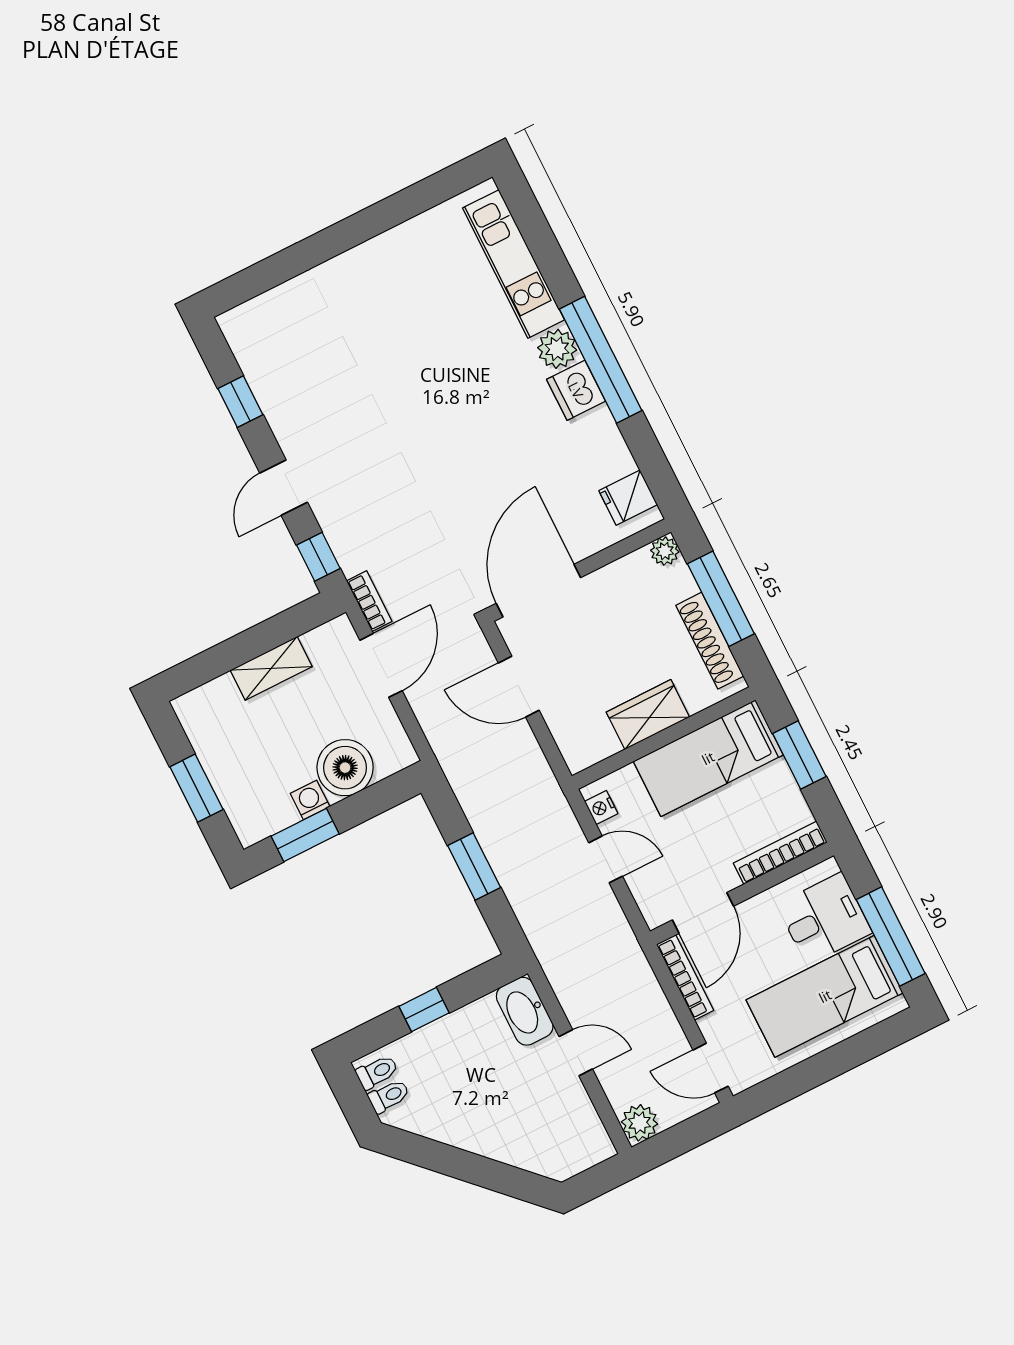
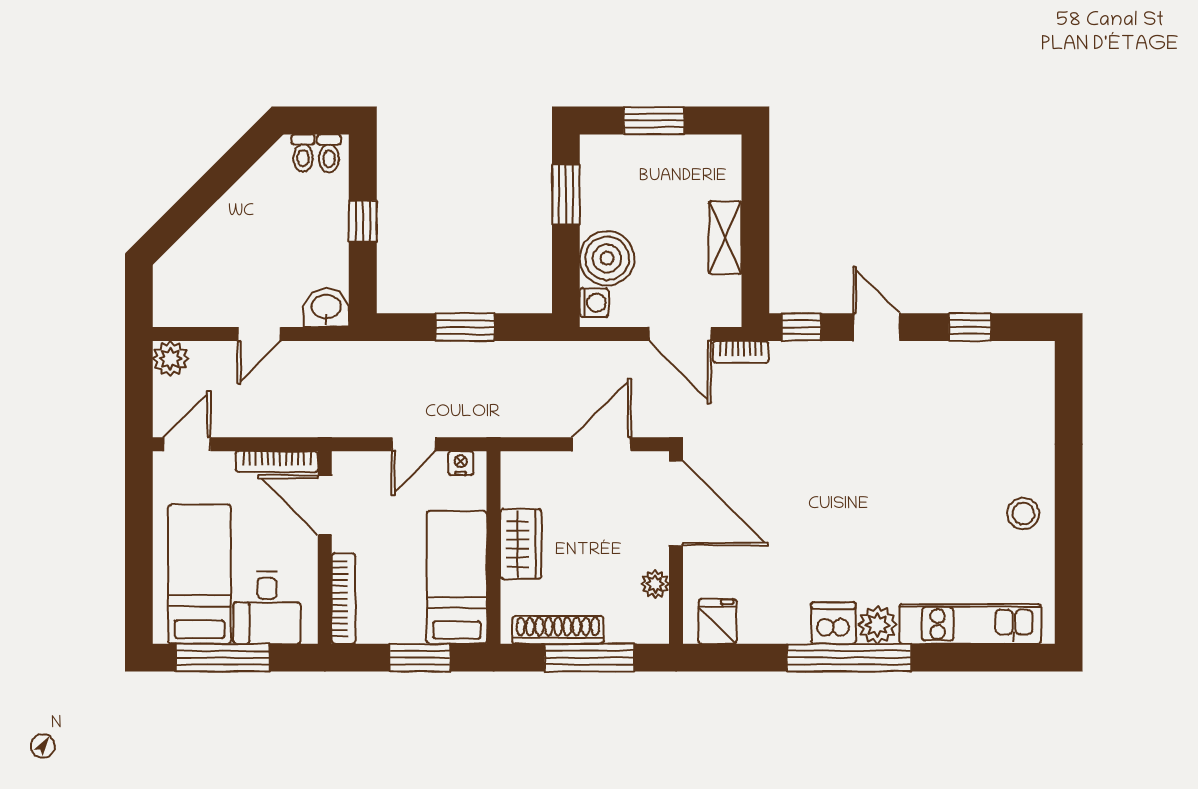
stool: (387, 266) -> (1023, 514), added
plant: (665, 551) -> (655, 584), moved
washing machine: (310, 800) -> (594, 303), moved
washbasin: (525, 1011) -> (326, 308), width x0.72

